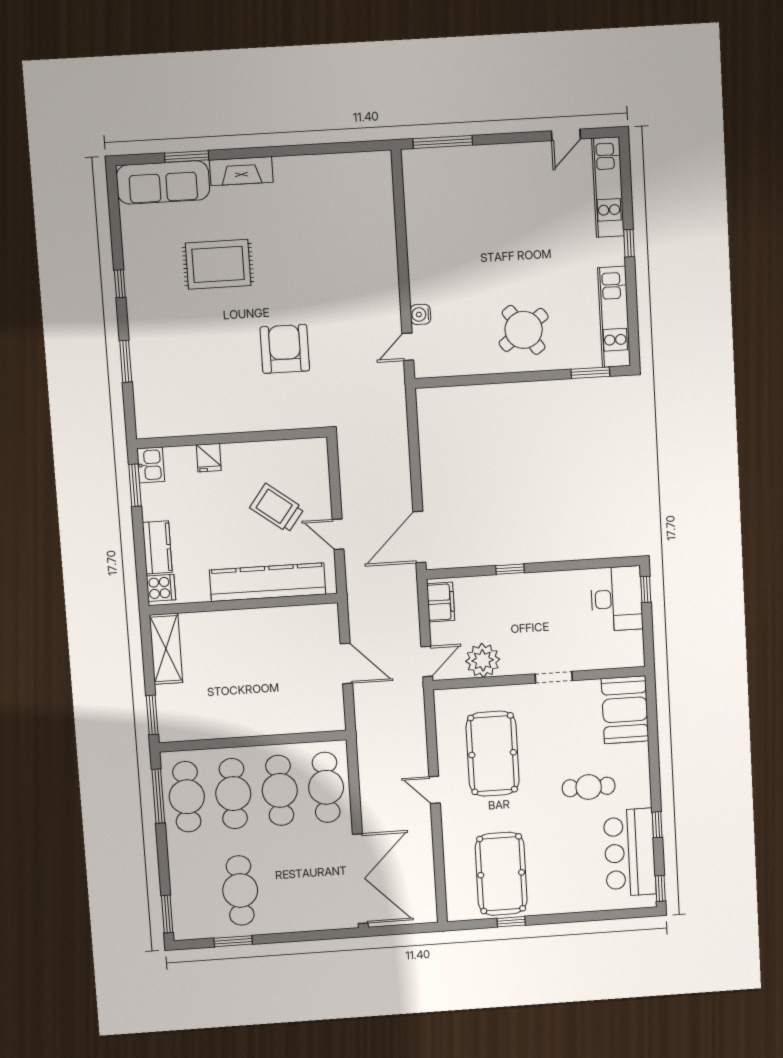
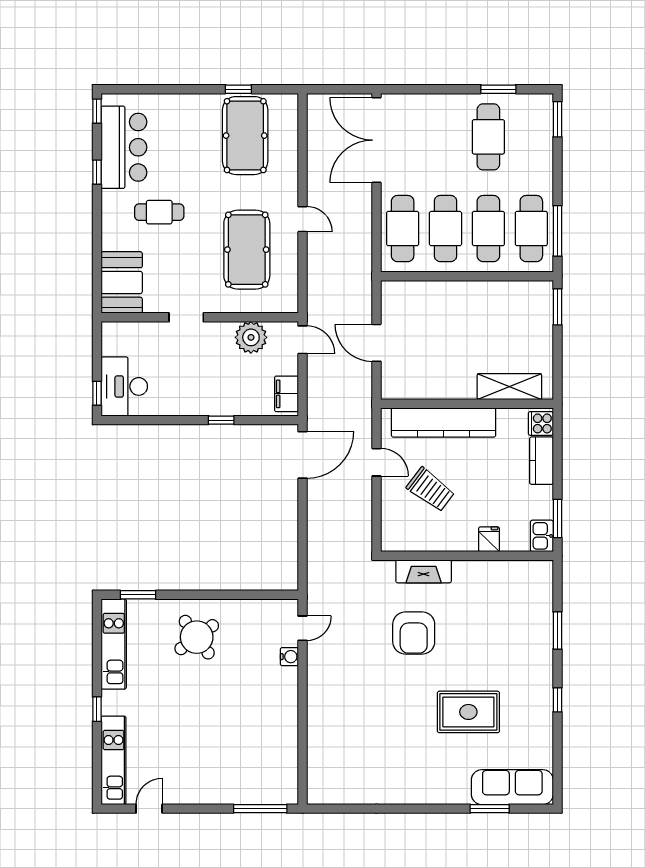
fireplace: (241, 171) -> (424, 571), moved, turned 180
shelving: (166, 649) -> (509, 387), moved, turned 90
door: (427, 661) -> (303, 340), swing flipped

